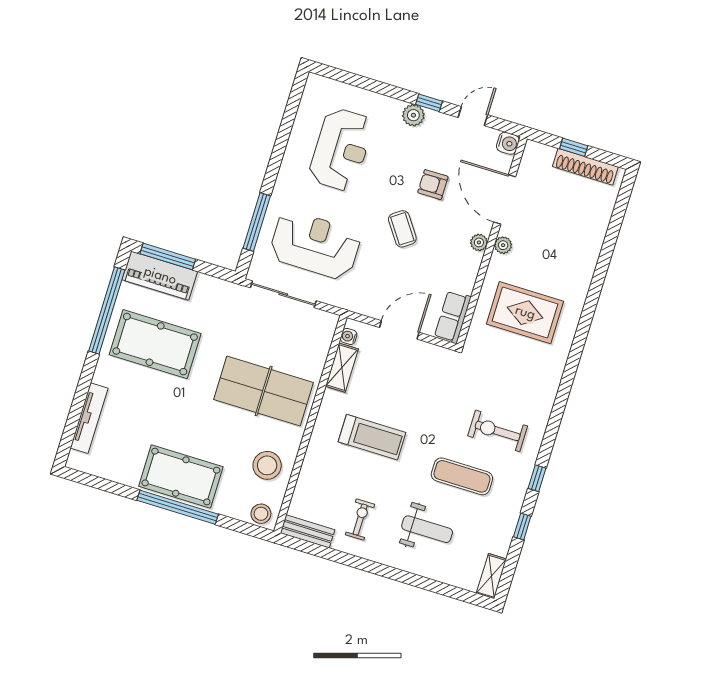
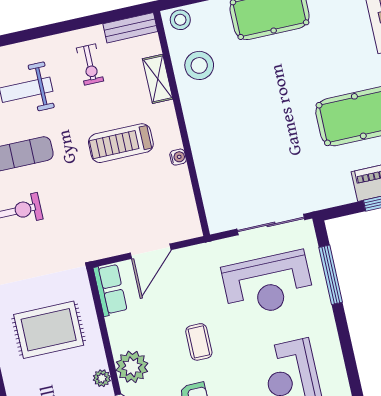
coffee table: (402, 229) -> (199, 342), turned 35
plant: (479, 242) -> (132, 367), width x1.88, depth x1.88
water cooler: (349, 336) -> (178, 157), moved
shelving: (342, 368) -> (158, 79), moved
table tennis table: (264, 391) -> (240, 129), removed

